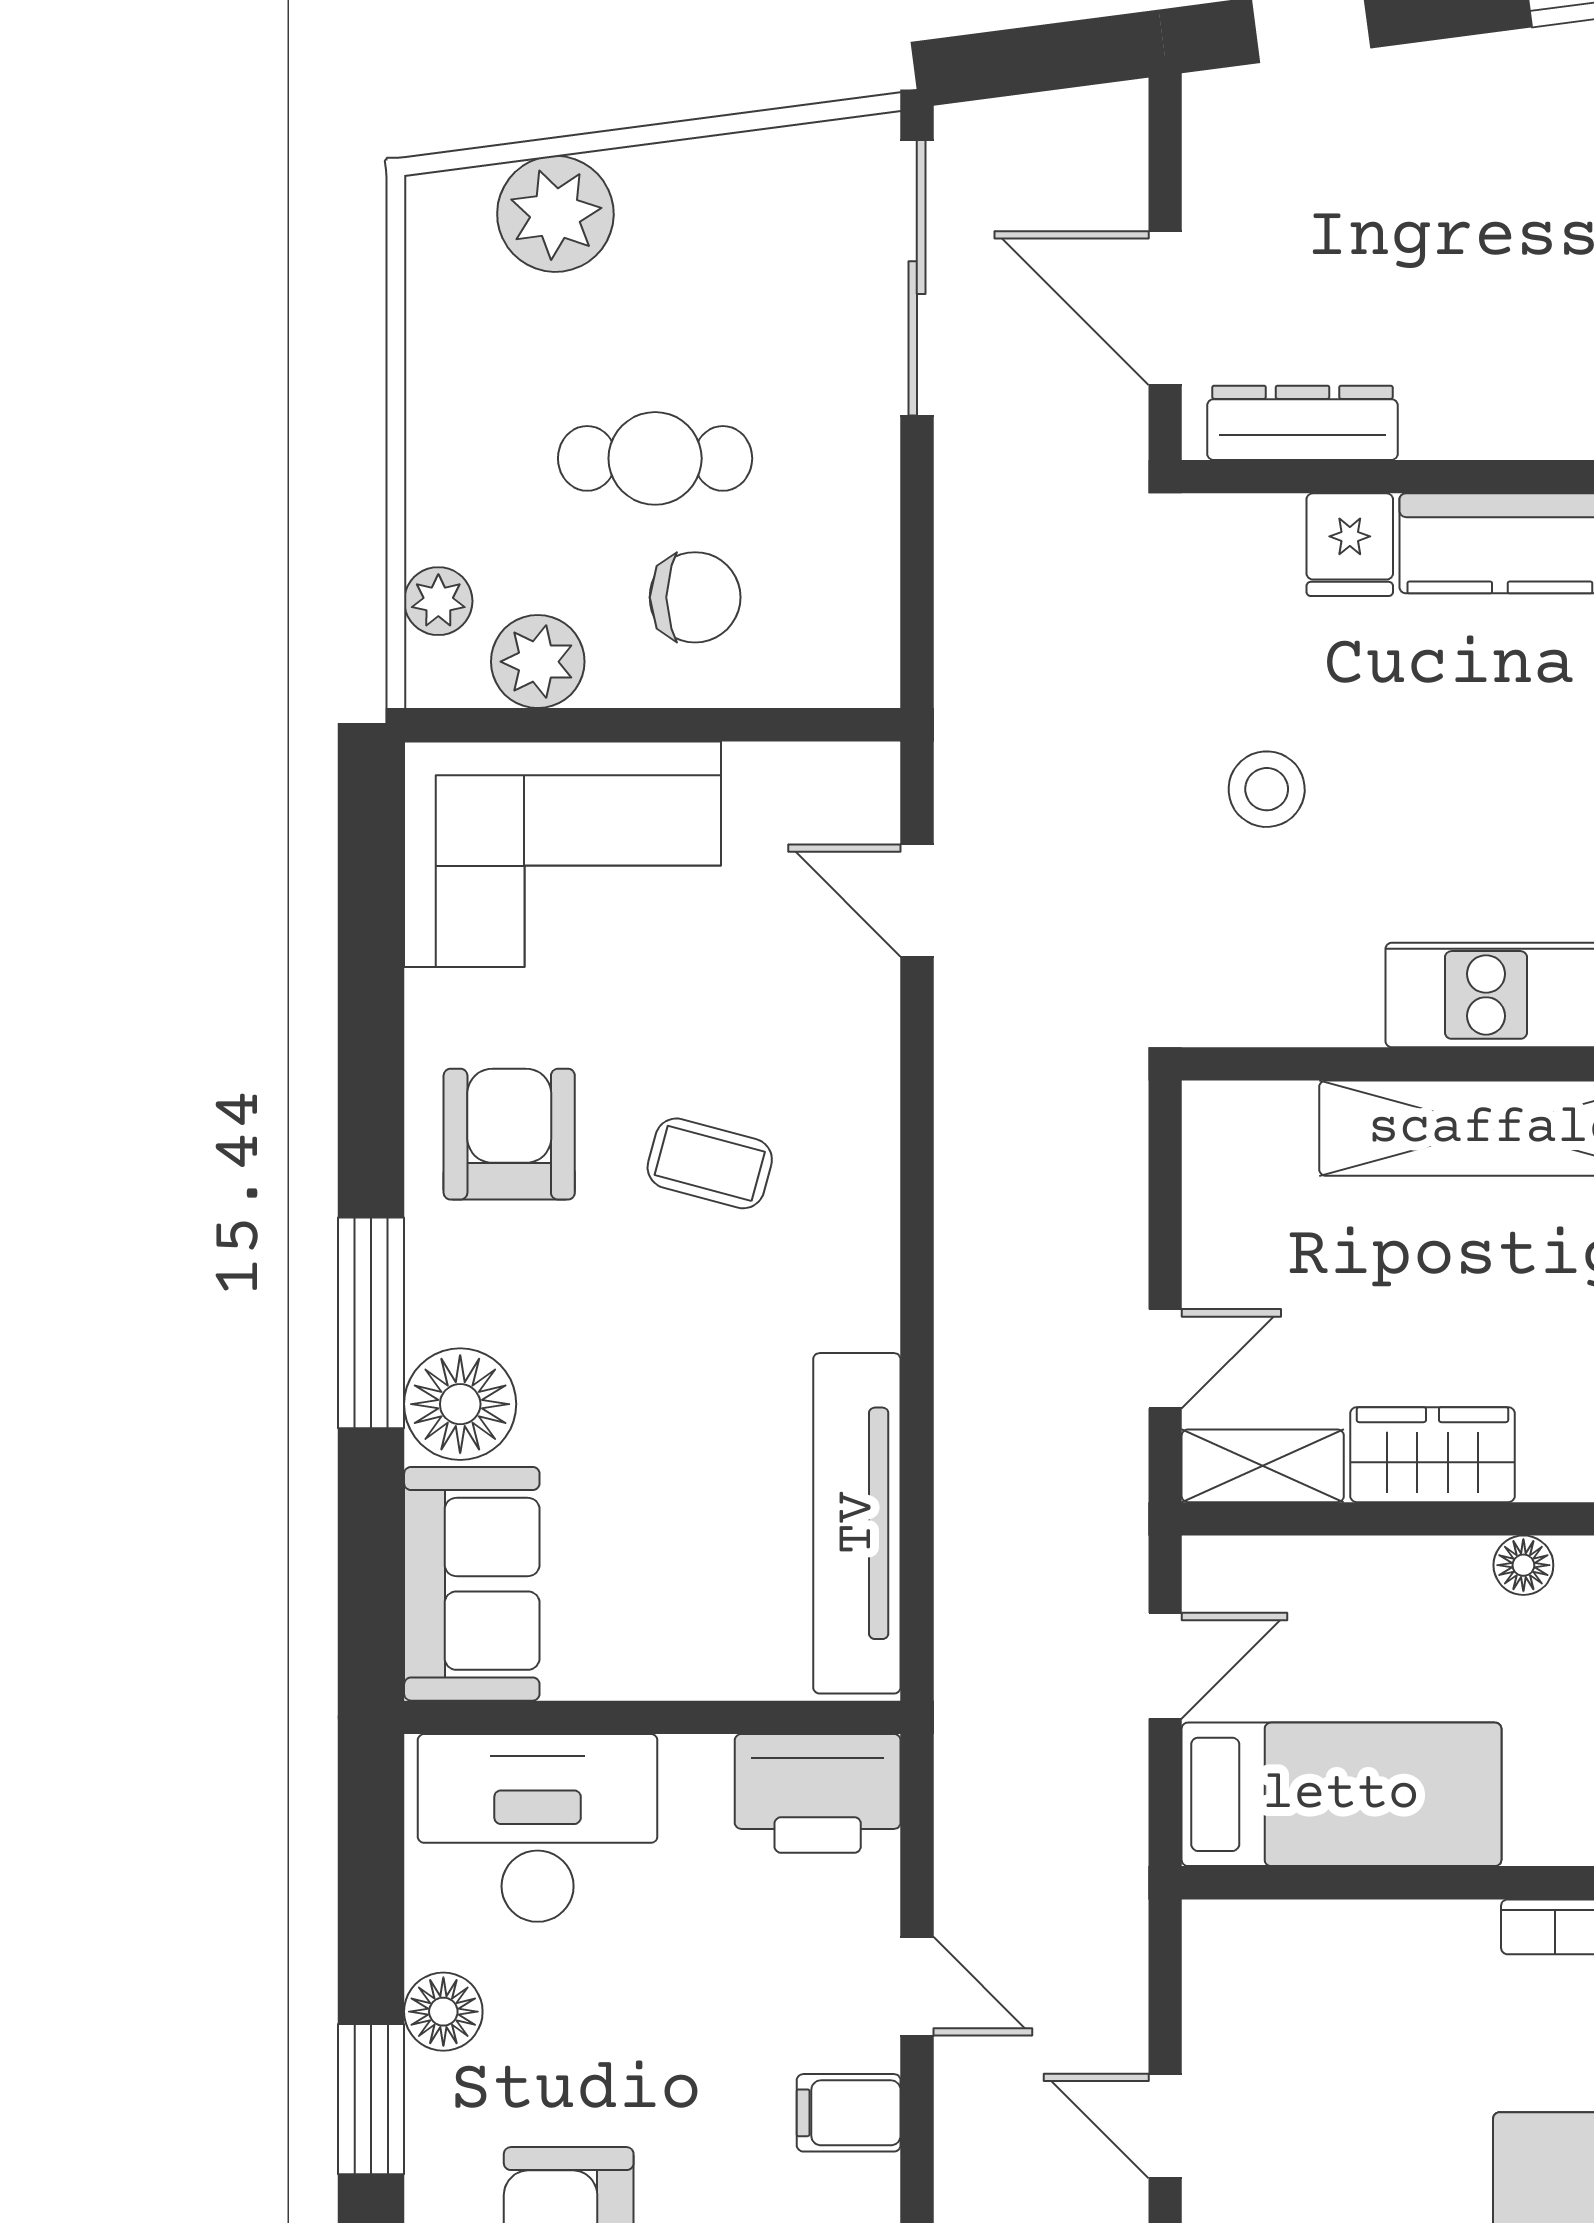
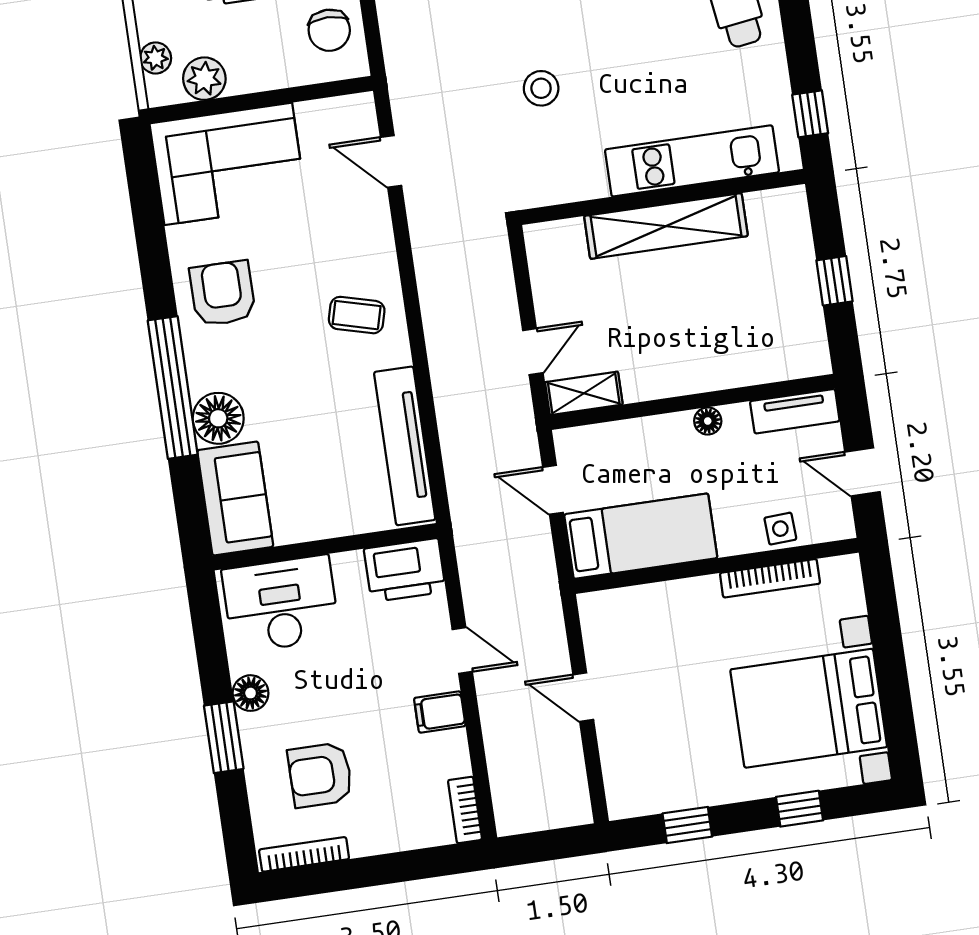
chair: (695, 597) -> (329, 30), moved, turned 90
coffee table: (710, 1163) -> (357, 315), moved
window: (371, 1323) -> (173, 388), width x1.46
wardrobe: (1432, 1455) -> (660, 377), removed
door: (1165, 1666) -> (553, 490), swing flipped

